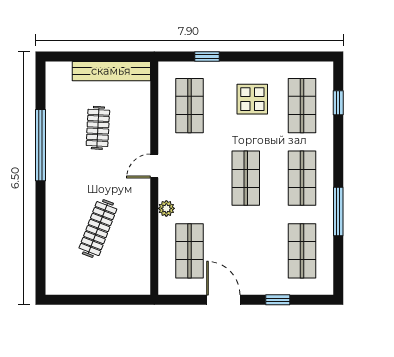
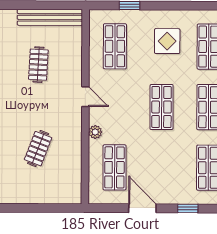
door: (154, 166) -> (85, 97), swing flipped
clothes rail: (98, 229) -> (38, 149), width x0.73

